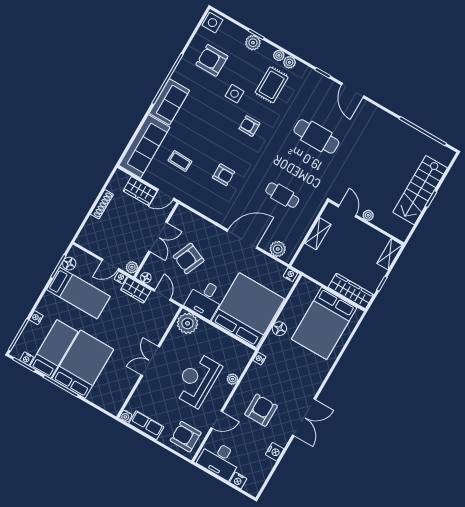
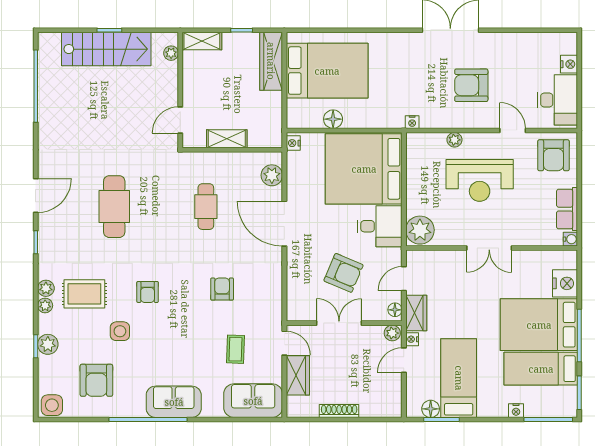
sofa: (144, 146) -> (253, 401), width x0.73
plant: (368, 215) -> (171, 53), moved
door: (110, 265) -> (404, 360), swing flipped
floor lamp: (279, 329) -> (333, 119), moved
nightstand: (27, 359) -> (565, 283), moved, width x1.89, depth x1.79
nightstand: (275, 452) -> (511, 41), removed

